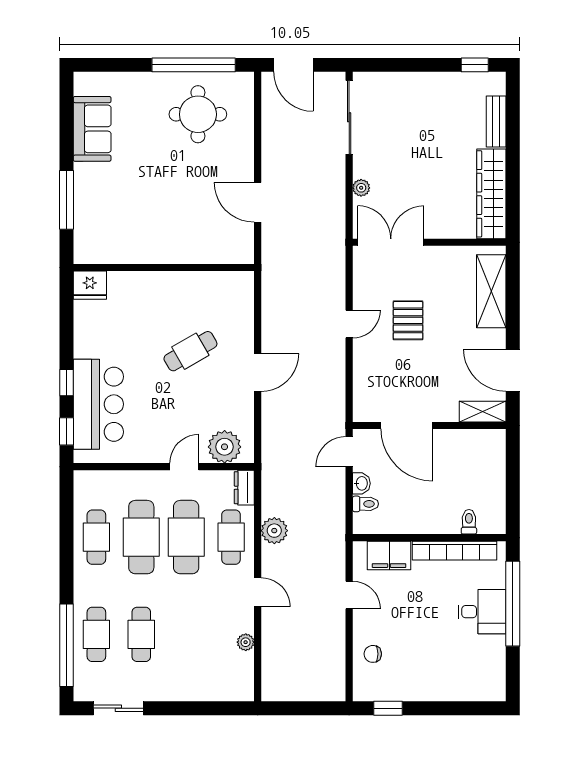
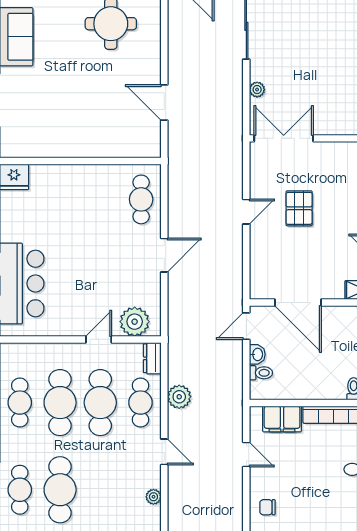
cafe table: (190, 351) -> (141, 199), moved, turned -60
cafe table: (141, 634) -> (60, 490), width x1.37, depth x1.35

